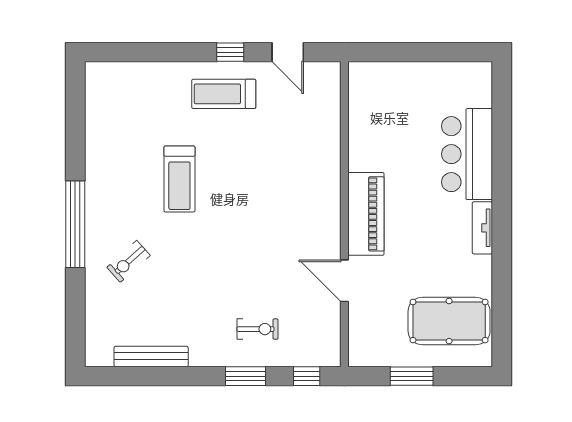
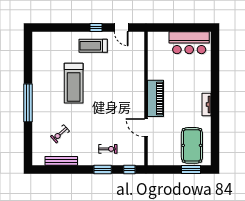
bar counter: (467, 154) -> (189, 43), moved, turned -90
treadmill: (179, 179) -> (74, 83), width x1.37, depth x1.38
exercise bike: (129, 261) -> (60, 134), moved
pool table: (449, 321) -> (192, 145), turned 90
window: (412, 376) -> (191, 170), moved

